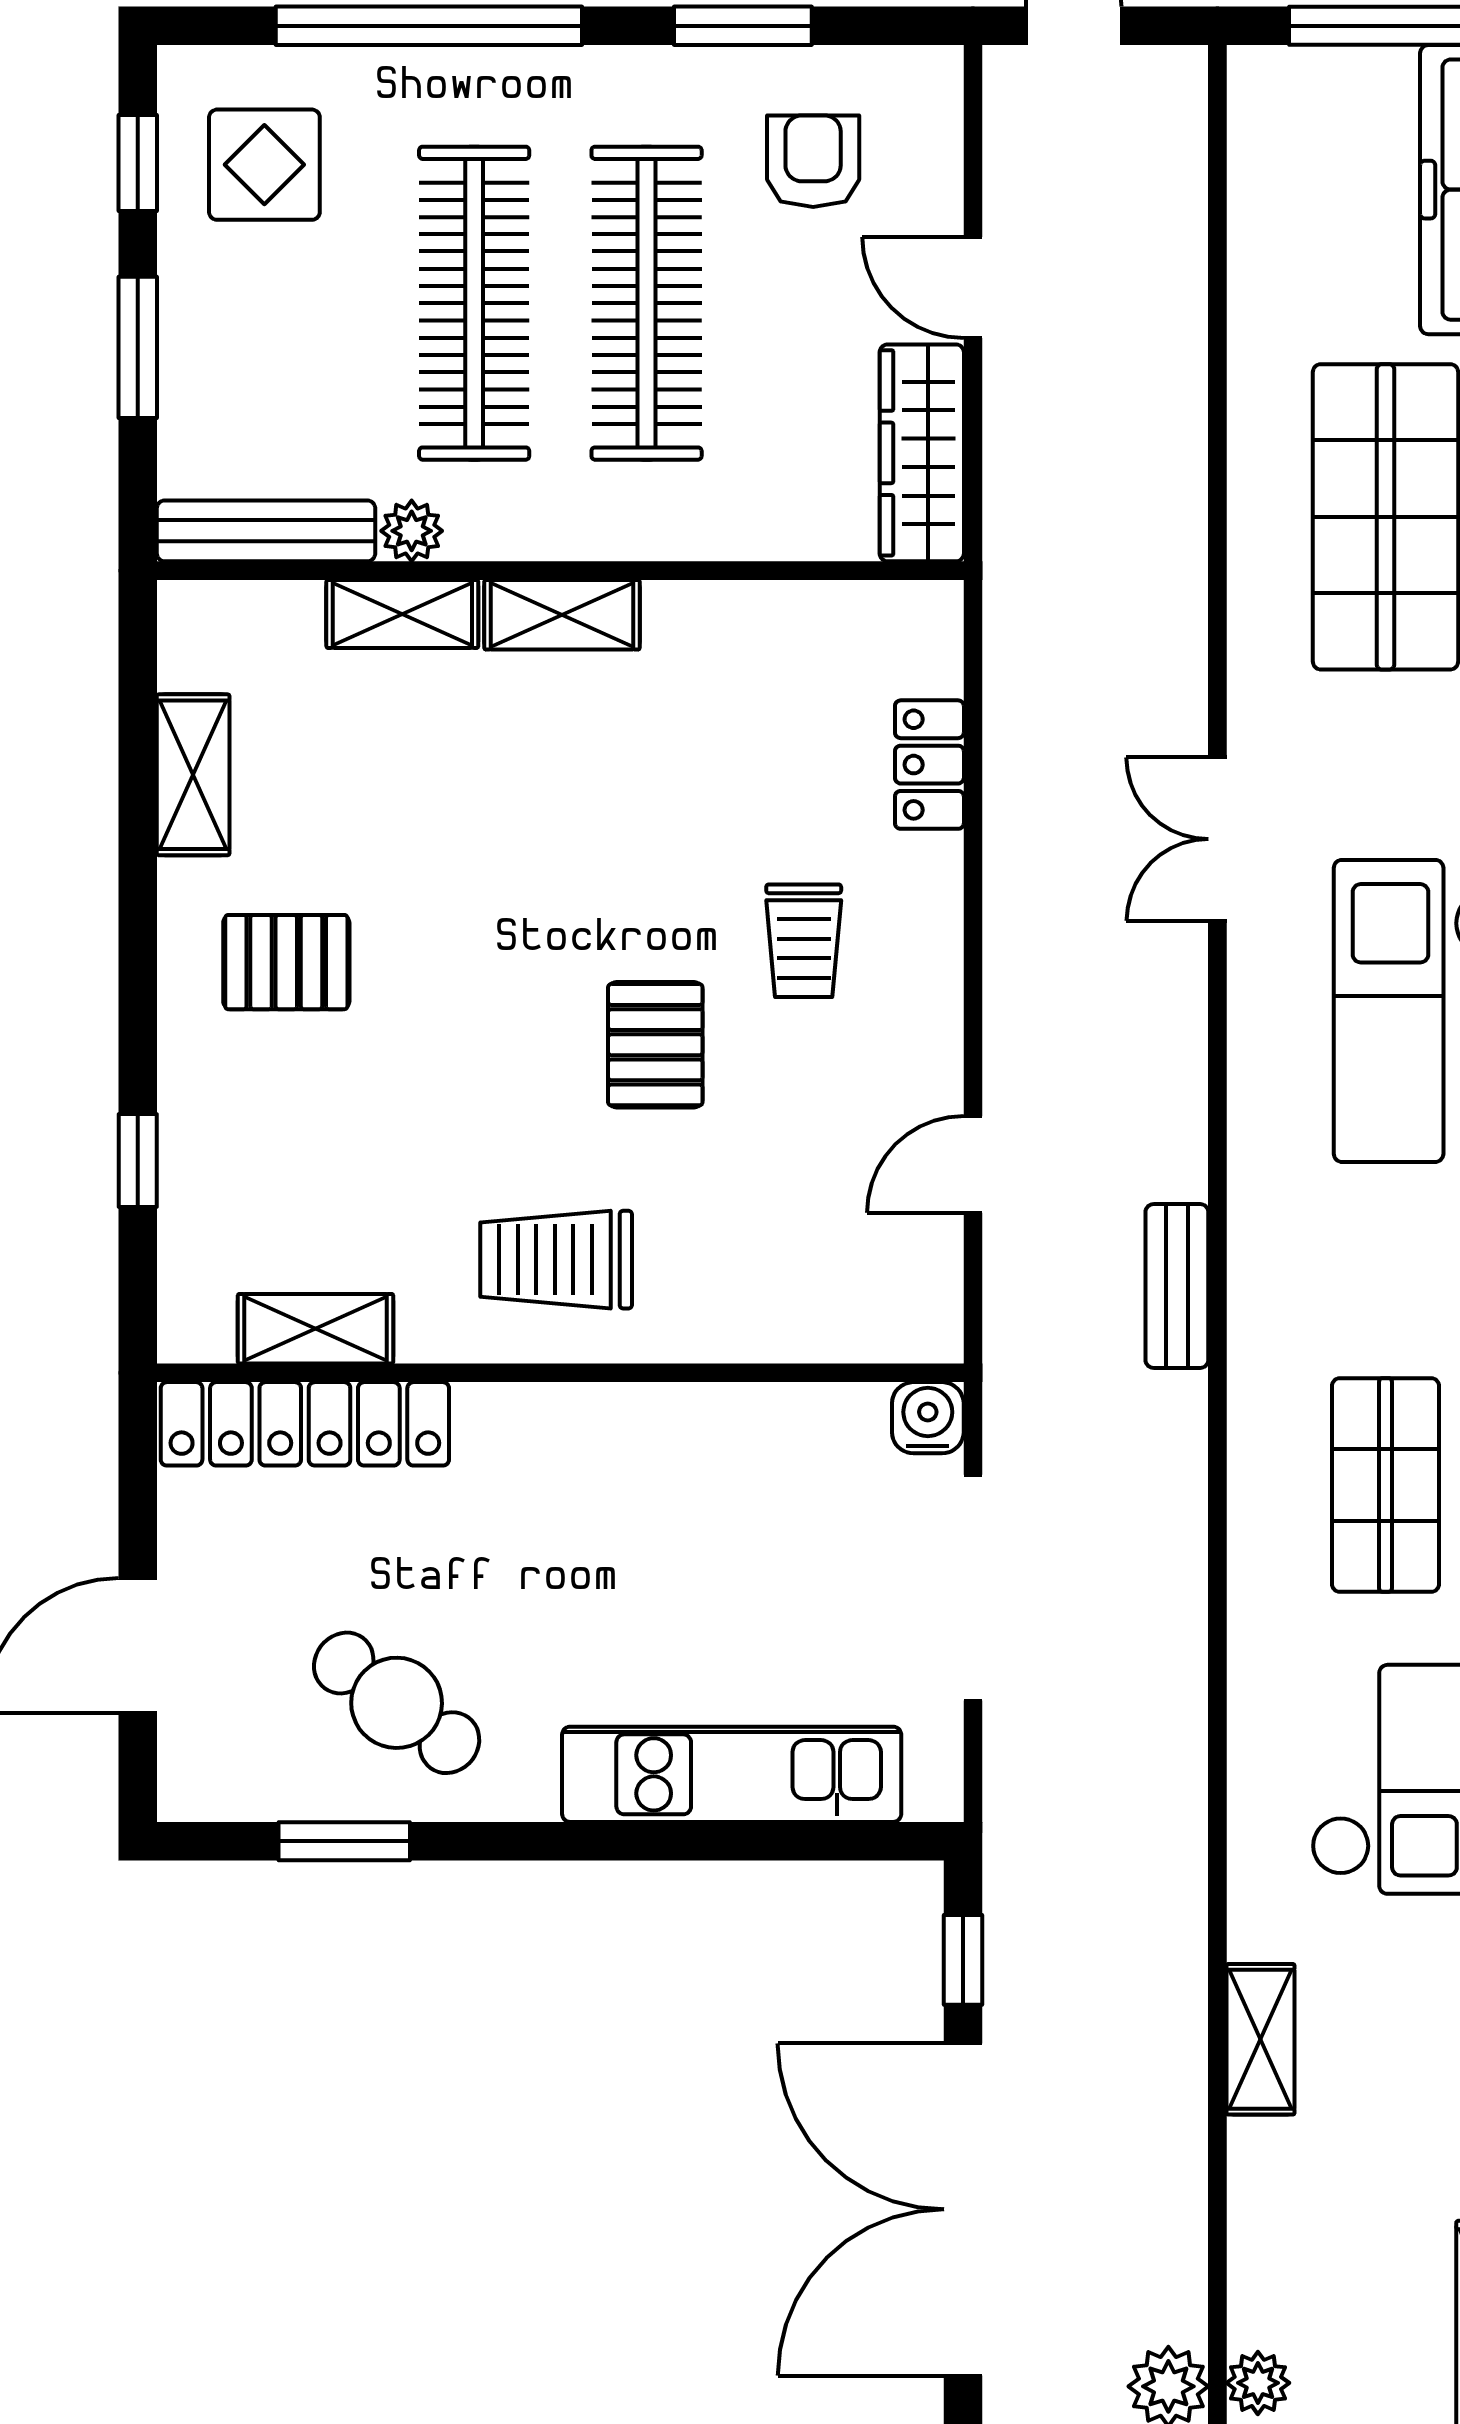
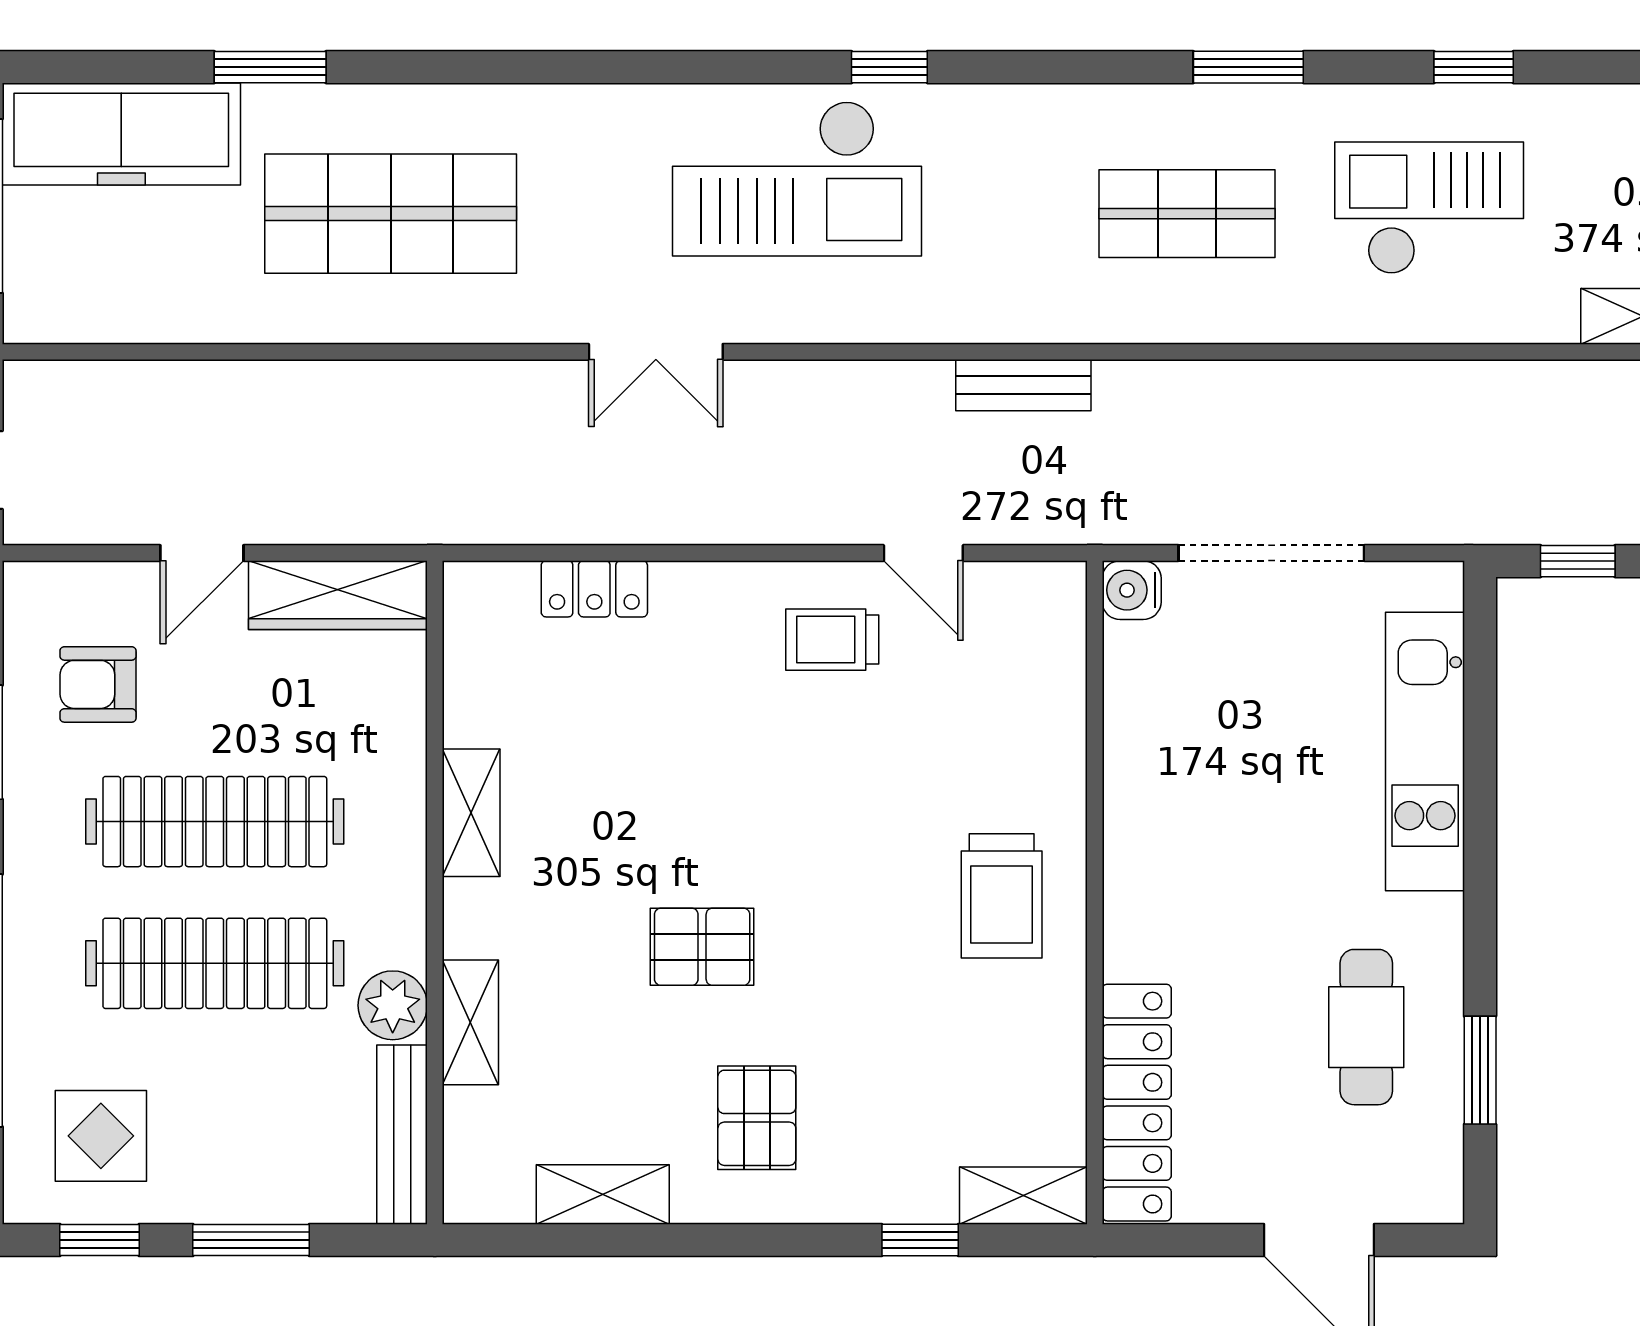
plant: (412, 531) -> (393, 1005), width x1.38, depth x1.38
shelving: (562, 615) -> (471, 813), moved
trolley: (804, 941) -> (832, 640), moved, turned 180
pallet: (655, 1045) -> (702, 947), moved
shelving: (316, 1329) -> (1023, 1196), moved, turned 90
cafe table: (397, 1703) -> (1366, 1027), turned -37

